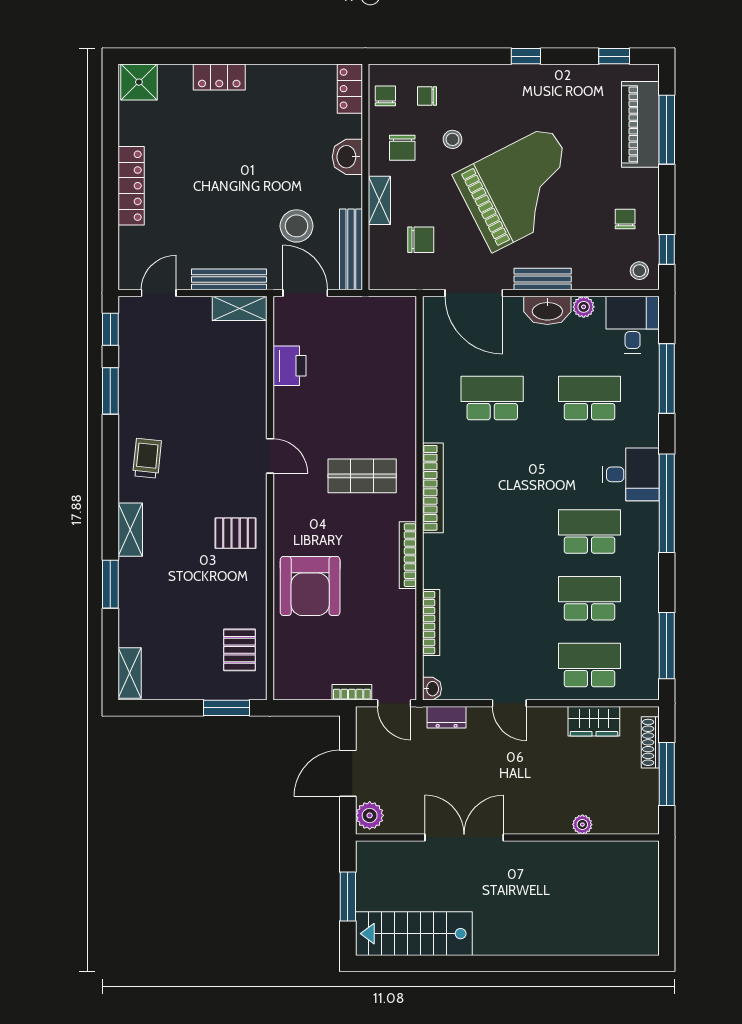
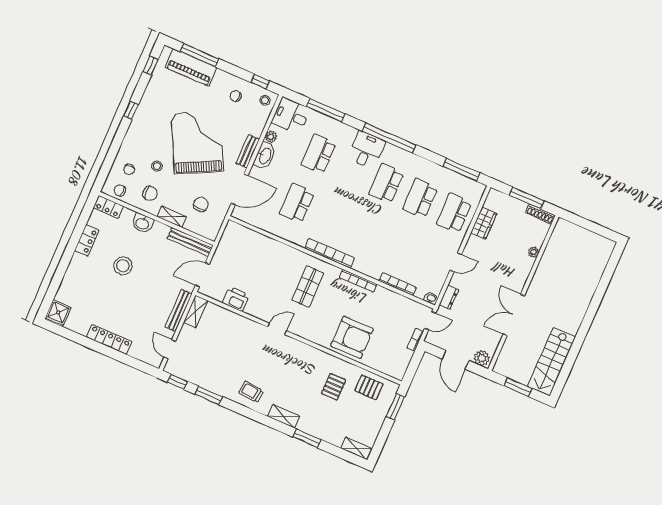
locker: (219, 77) -> (87, 240), moved
stool: (297, 226) -> (123, 266), moved
pallet: (236, 533) -> (334, 387), moved
shoe rack: (650, 742) -> (540, 214), moved

